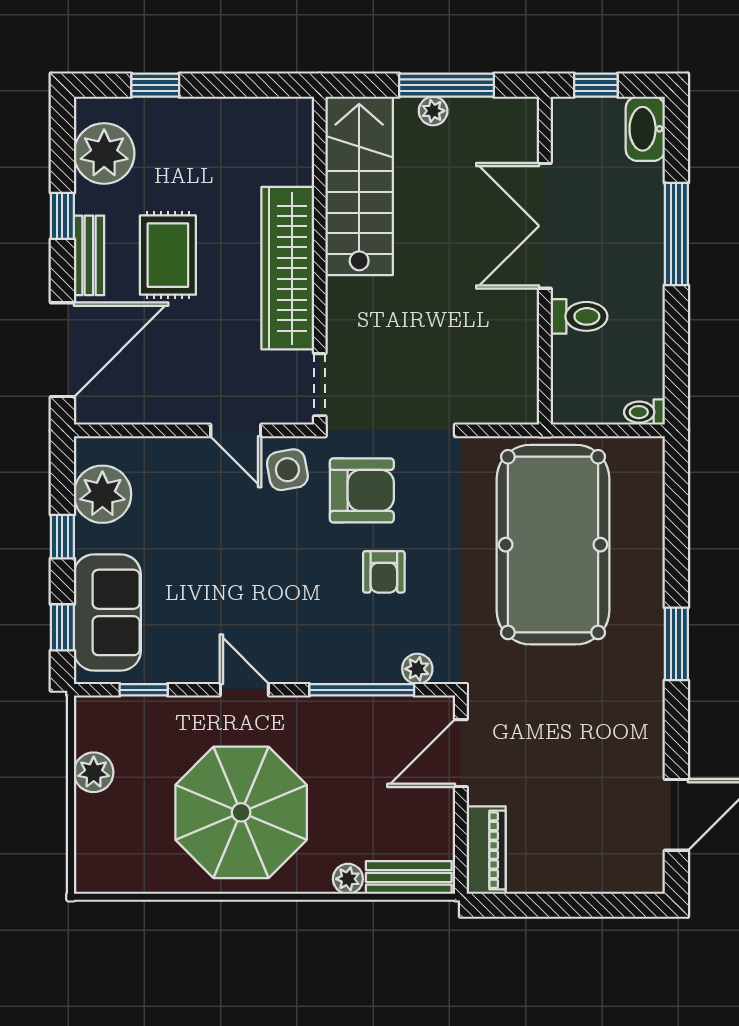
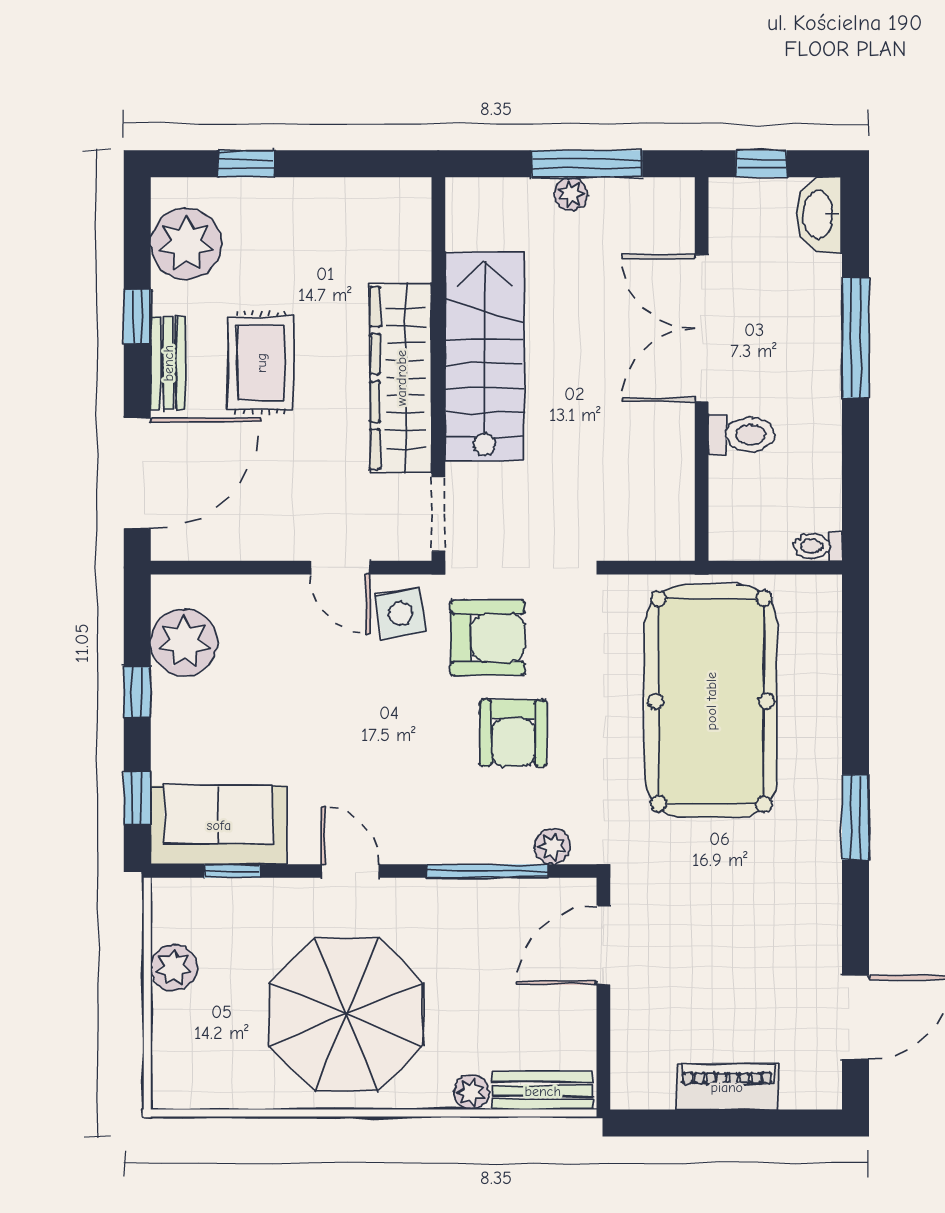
stairs: (359, 186) -> (484, 357), moved
armchair: (384, 572) -> (513, 733), width x1.38, depth x1.38
sofa: (107, 612) -> (219, 825), moved, turned -90
piano: (486, 850) -> (727, 1087), moved, turned -90

